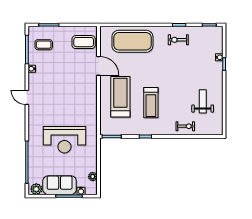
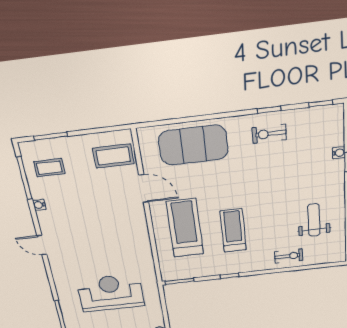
treadmill: (151, 103) -> (233, 231), turned 180
reception desk: (64, 140) -> (111, 293), turned 180

